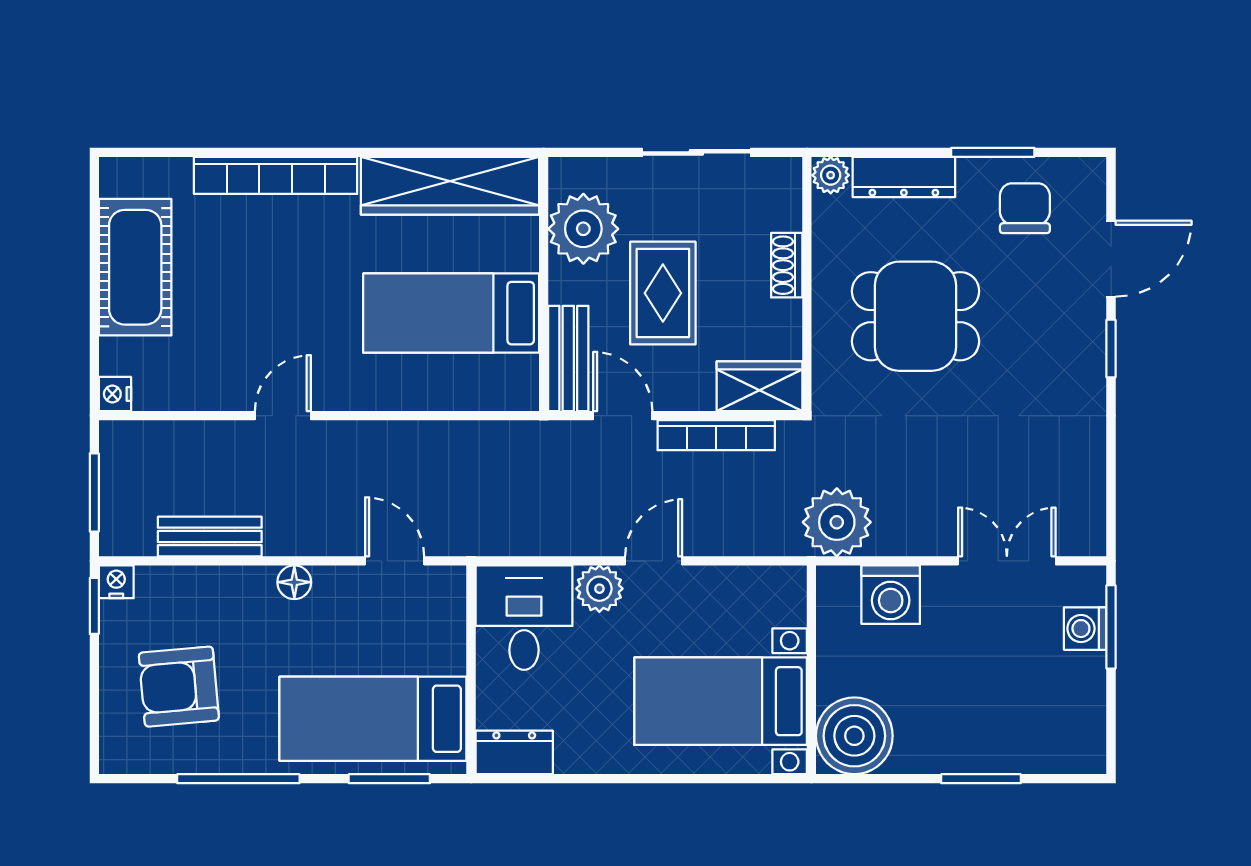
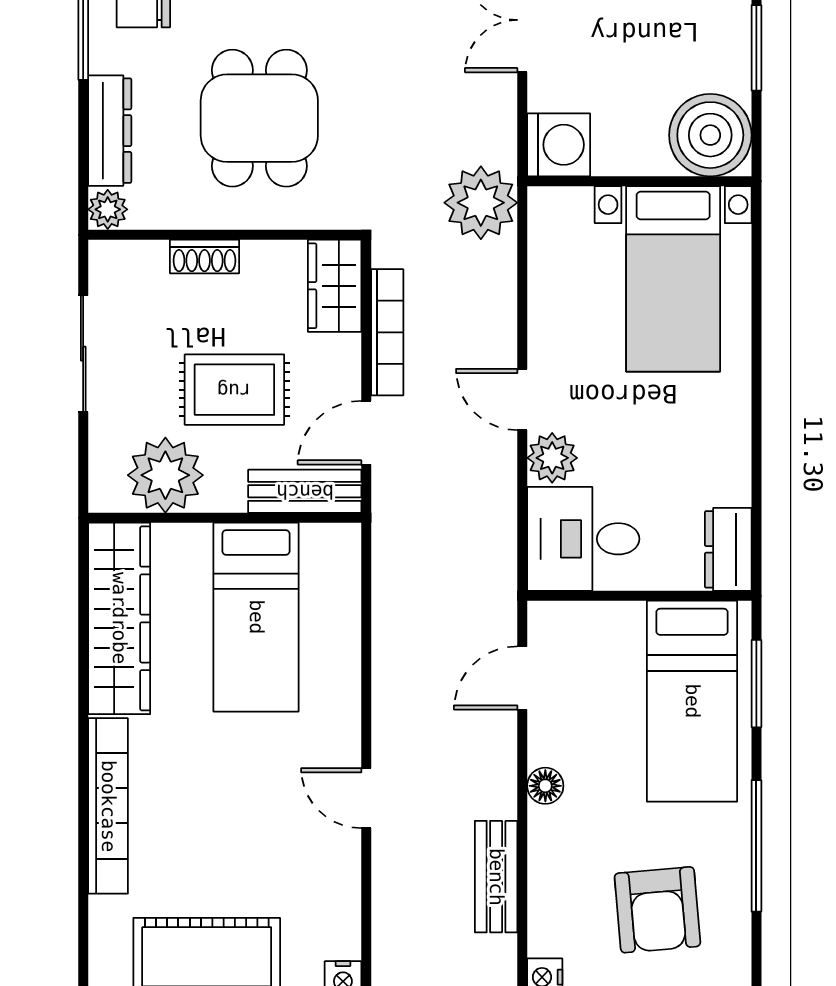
wall: (811, 670) -> (639, 181), moved
bed with nightstands: (721, 701) -> (673, 279), moved
boiler: (854, 736) -> (710, 135), moved

